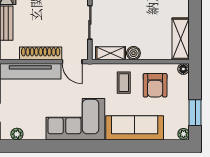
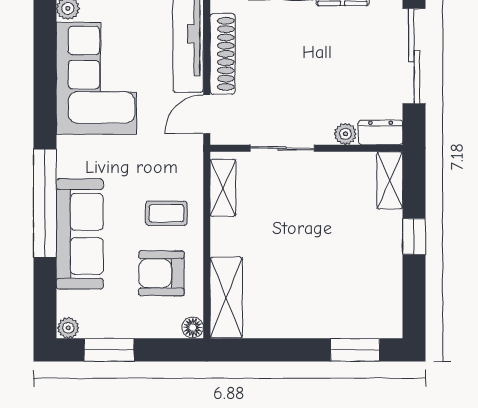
shelving: (181, 39) -> (226, 297), moved, turned 90
boiler: (133, 53) -> (223, 232), removed
corner sofa: (75, 119) -> (96, 78), moved
window: (119, 146) -> (45, 203), added

